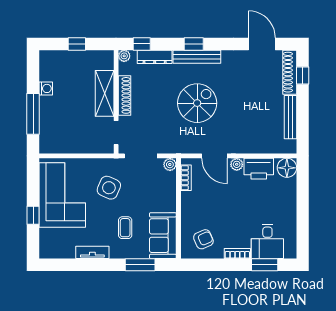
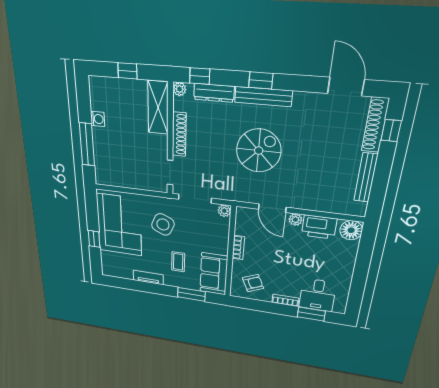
shelving: (105, 93) -> (158, 108), moved
bookcase: (186, 178) -> (238, 248), moved

